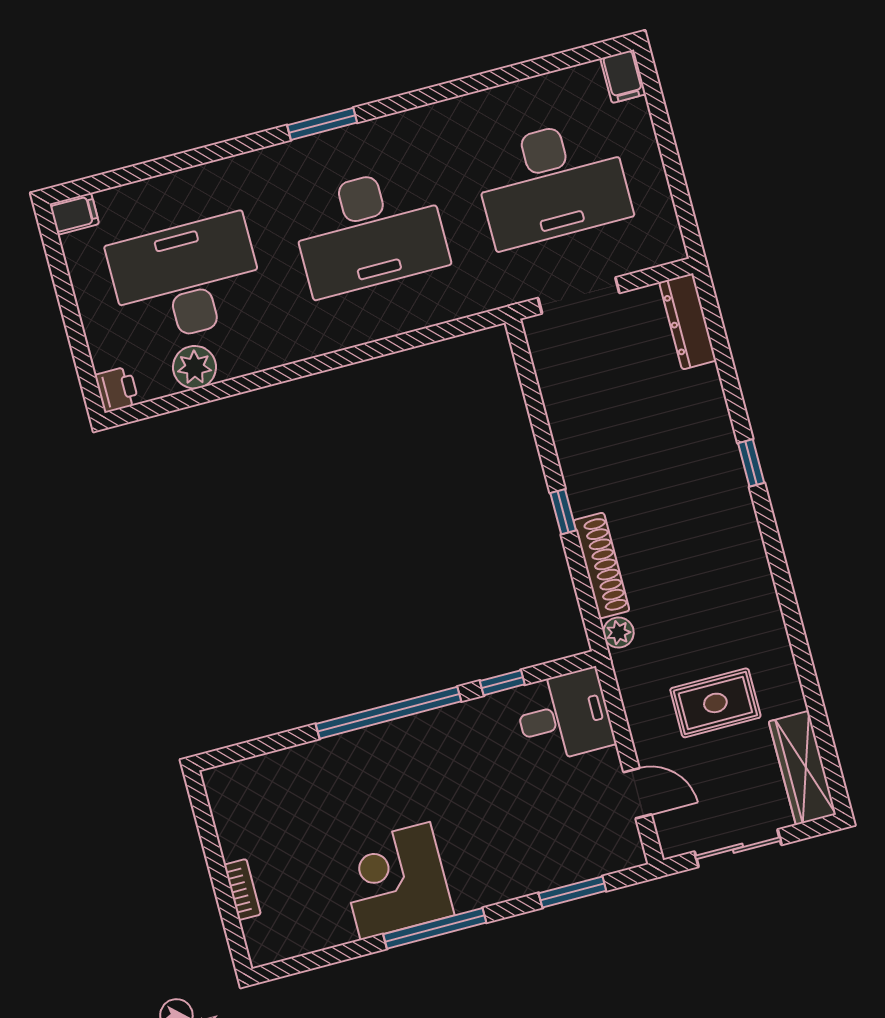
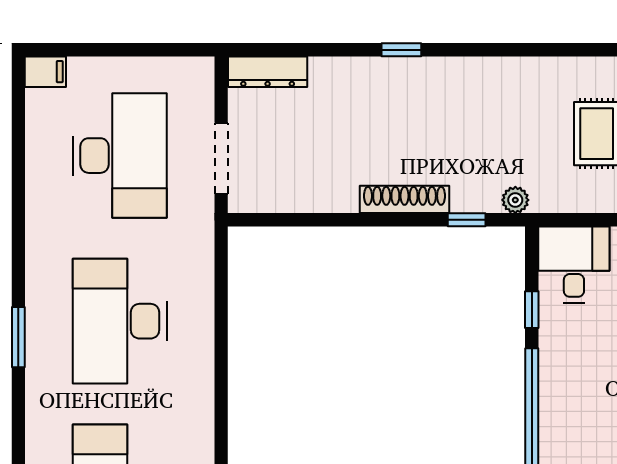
desk: (369, 231) -> (120, 321), turned 180
window: (563, 512) -> (467, 220), moved
shoe rack: (601, 565) -> (405, 199), moved

